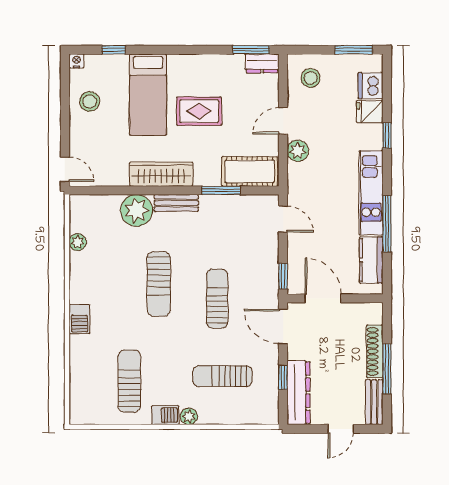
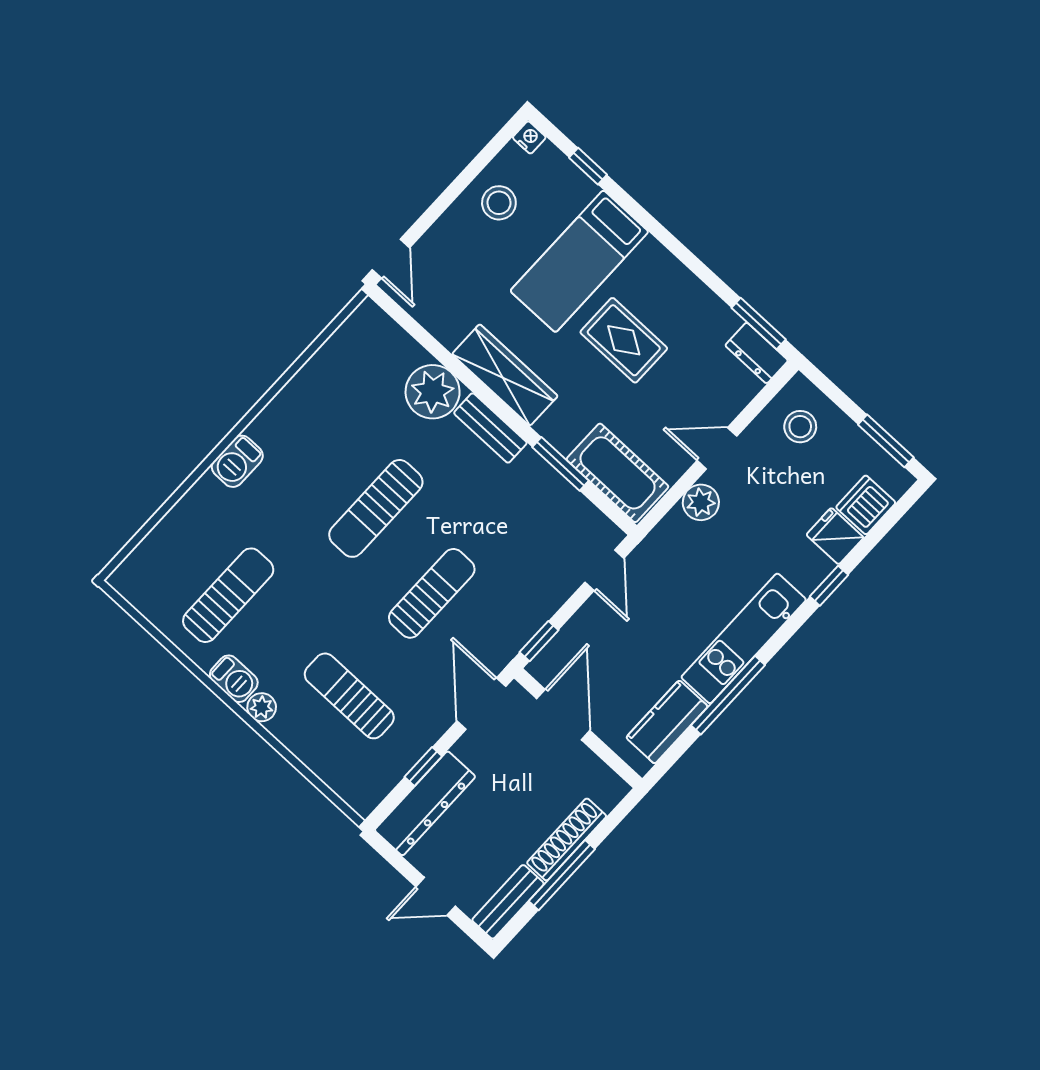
plant: (78, 242) -> (323, 364), removed

